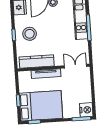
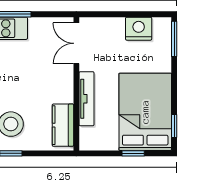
kitchen counter: (37, 62) -> (63, 125), width x0.67
nightstand: (86, 110) -> (139, 29), moved

